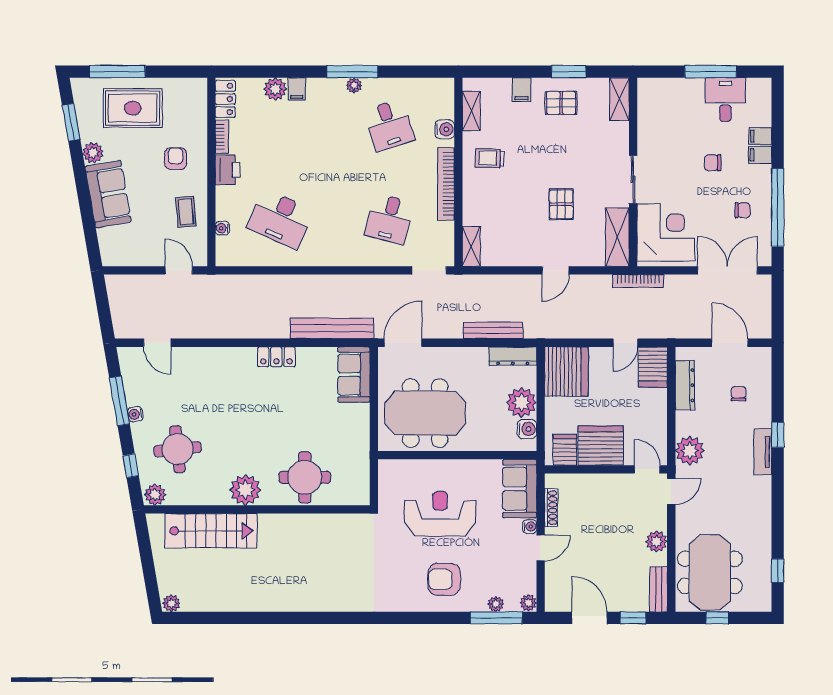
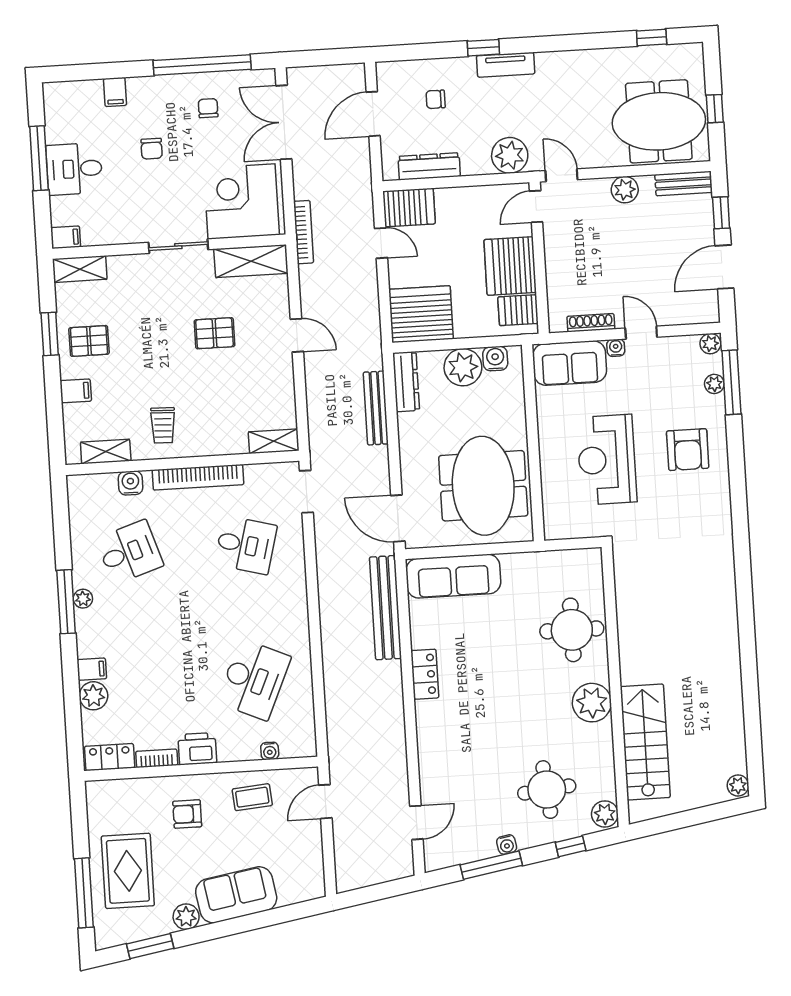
desk: (725, 100) -> (74, 169), moved
pallet: (561, 103) -> (89, 341), turned 90
filing cabinet: (760, 155) -> (66, 237), moved, turned -90
sofa: (354, 375) -> (453, 576), width x1.36

